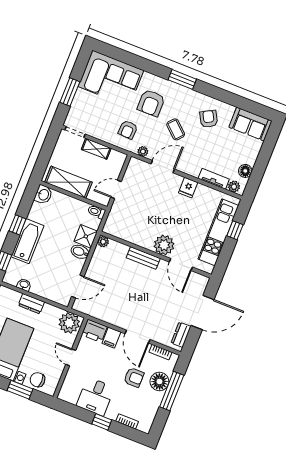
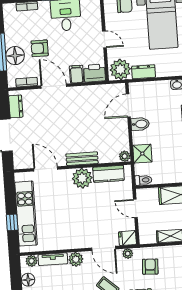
door: (163, 167) -> (104, 248), hinge flipped
plant: (193, 169) -> (76, 259), added
fridge: (188, 188) -> (127, 238), moved, turned -90
door: (116, 189) -> (135, 208), swing flipped
kitchen counter: (126, 233) -> (109, 174), added
plant: (164, 245) -> (82, 178), moved
bidet: (80, 252) -> (140, 124), moved
dresser: (31, 304) -> (144, 72), moved

